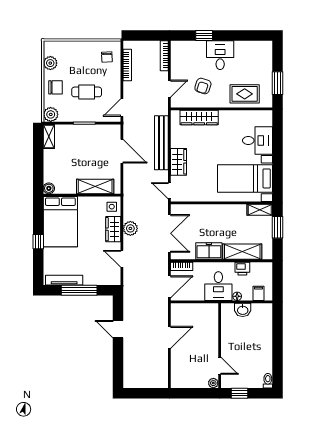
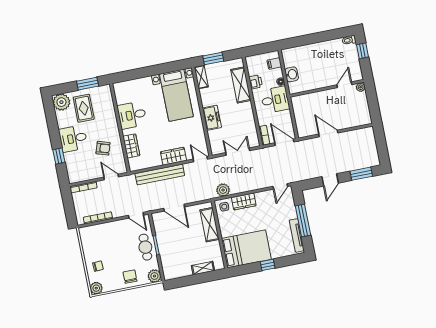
plant: (263, 50) -> (61, 102), added
chair: (107, 57) -> (98, 266), moved
plant: (50, 63) -> (96, 288), moved
cafe table: (87, 92) -> (145, 247), moved
rug: (245, 94) -> (84, 108), moved
wardrobe: (199, 118) -> (131, 146), width x0.67
shelving: (49, 137) -> (203, 268), moved
desk: (257, 140) -> (132, 115), moved, turned -90
door: (122, 151) -> (174, 208), swing flipped
boiler: (49, 188) -> (219, 265), removed
door: (169, 191) -> (200, 159), swing flipped
plant: (130, 228) -> (223, 190), moved
double door: (169, 233) -> (238, 152), width x0.73
freezer: (209, 251) -> (212, 118), moved, turned 180
door: (122, 259) -> (280, 186), moved
window: (118, 365) -> (361, 174), added
window: (240, 393) -> (363, 51), moved

